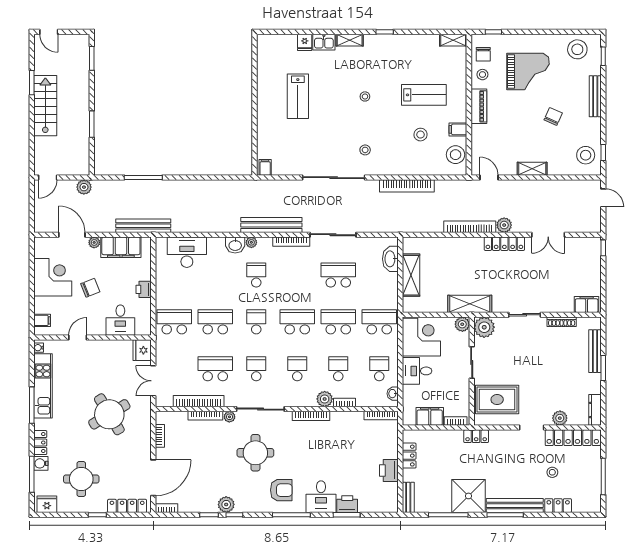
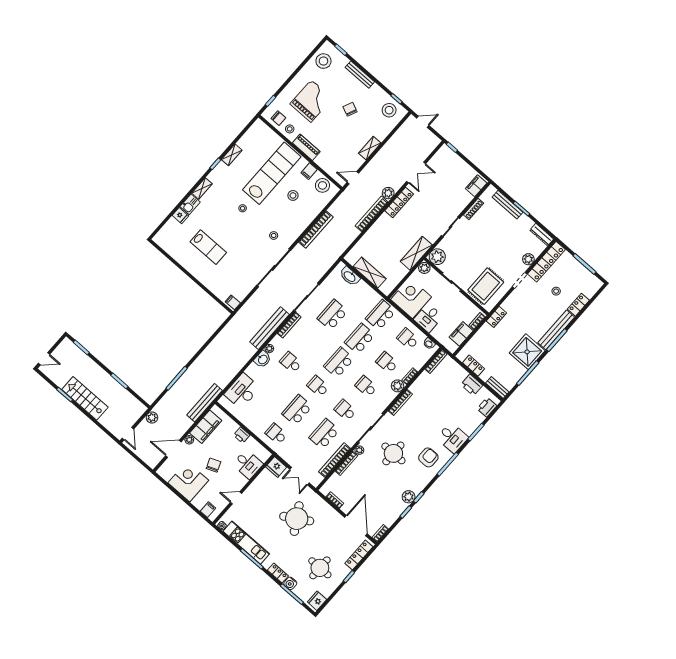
shelving: (453, 40) -> (232, 155), moved
lab bench: (424, 95) -> (272, 173), width x1.86, depth x1.39
school desk: (174, 322) -> (276, 434), width x0.54
door: (78, 338) -> (236, 498), hinge flipped
printer: (347, 504) -> (487, 407), moved

